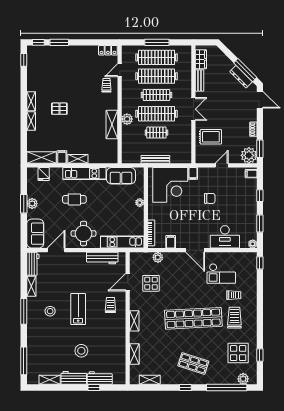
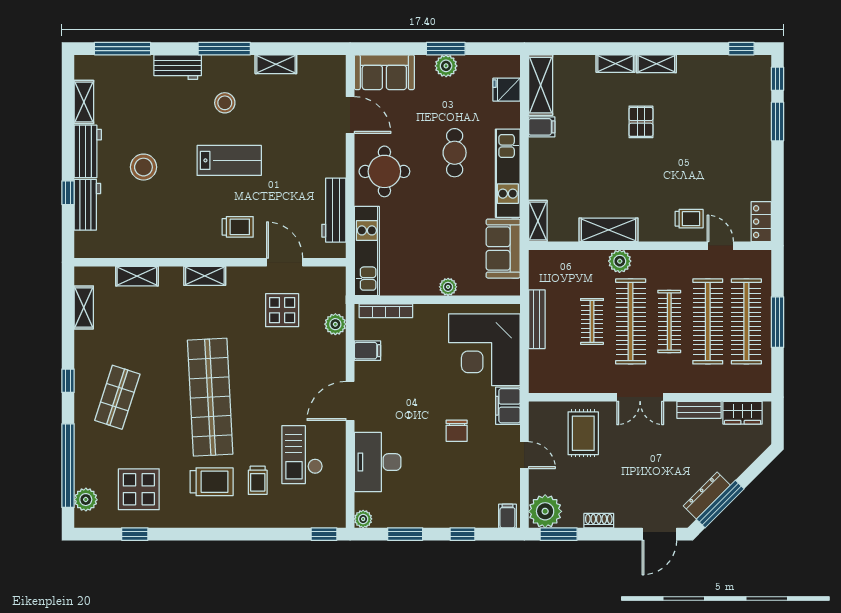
shelving: (78, 159) -> (538, 221), moved
filing cabinet: (193, 173) -> (508, 406), width x2.00
workbench: (33, 264) -> (178, 67), moved

